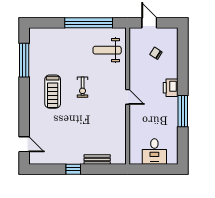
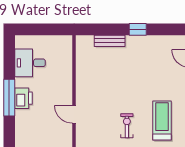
printer: (171, 88) -> (23, 98), moved
desk: (154, 152) -> (30, 63), moved, turned -90

